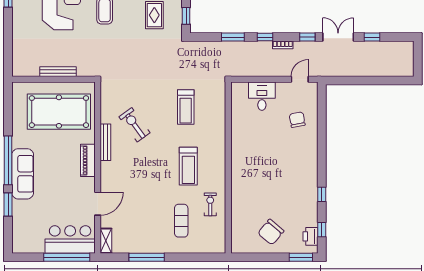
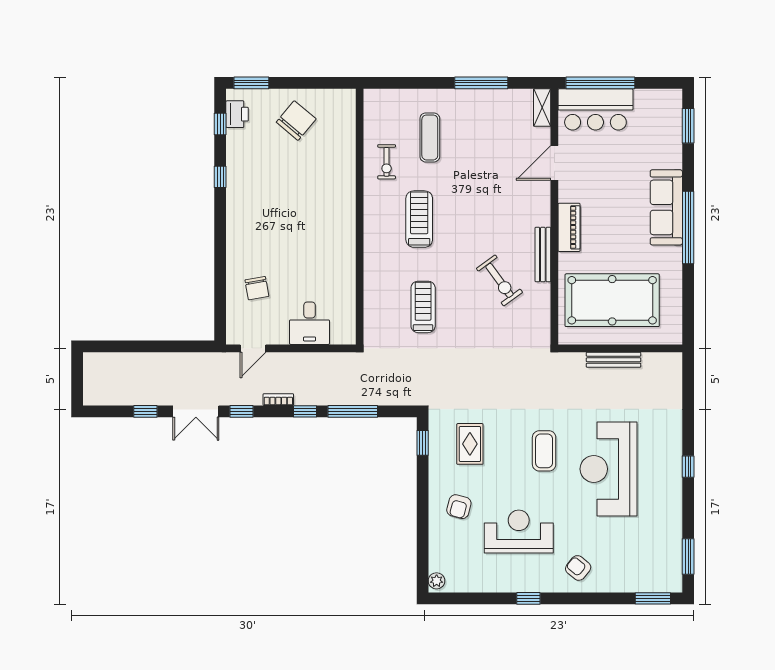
window: (233, 37) -> (353, 411), width x1.44
window: (8, 204) -> (688, 126), moved

